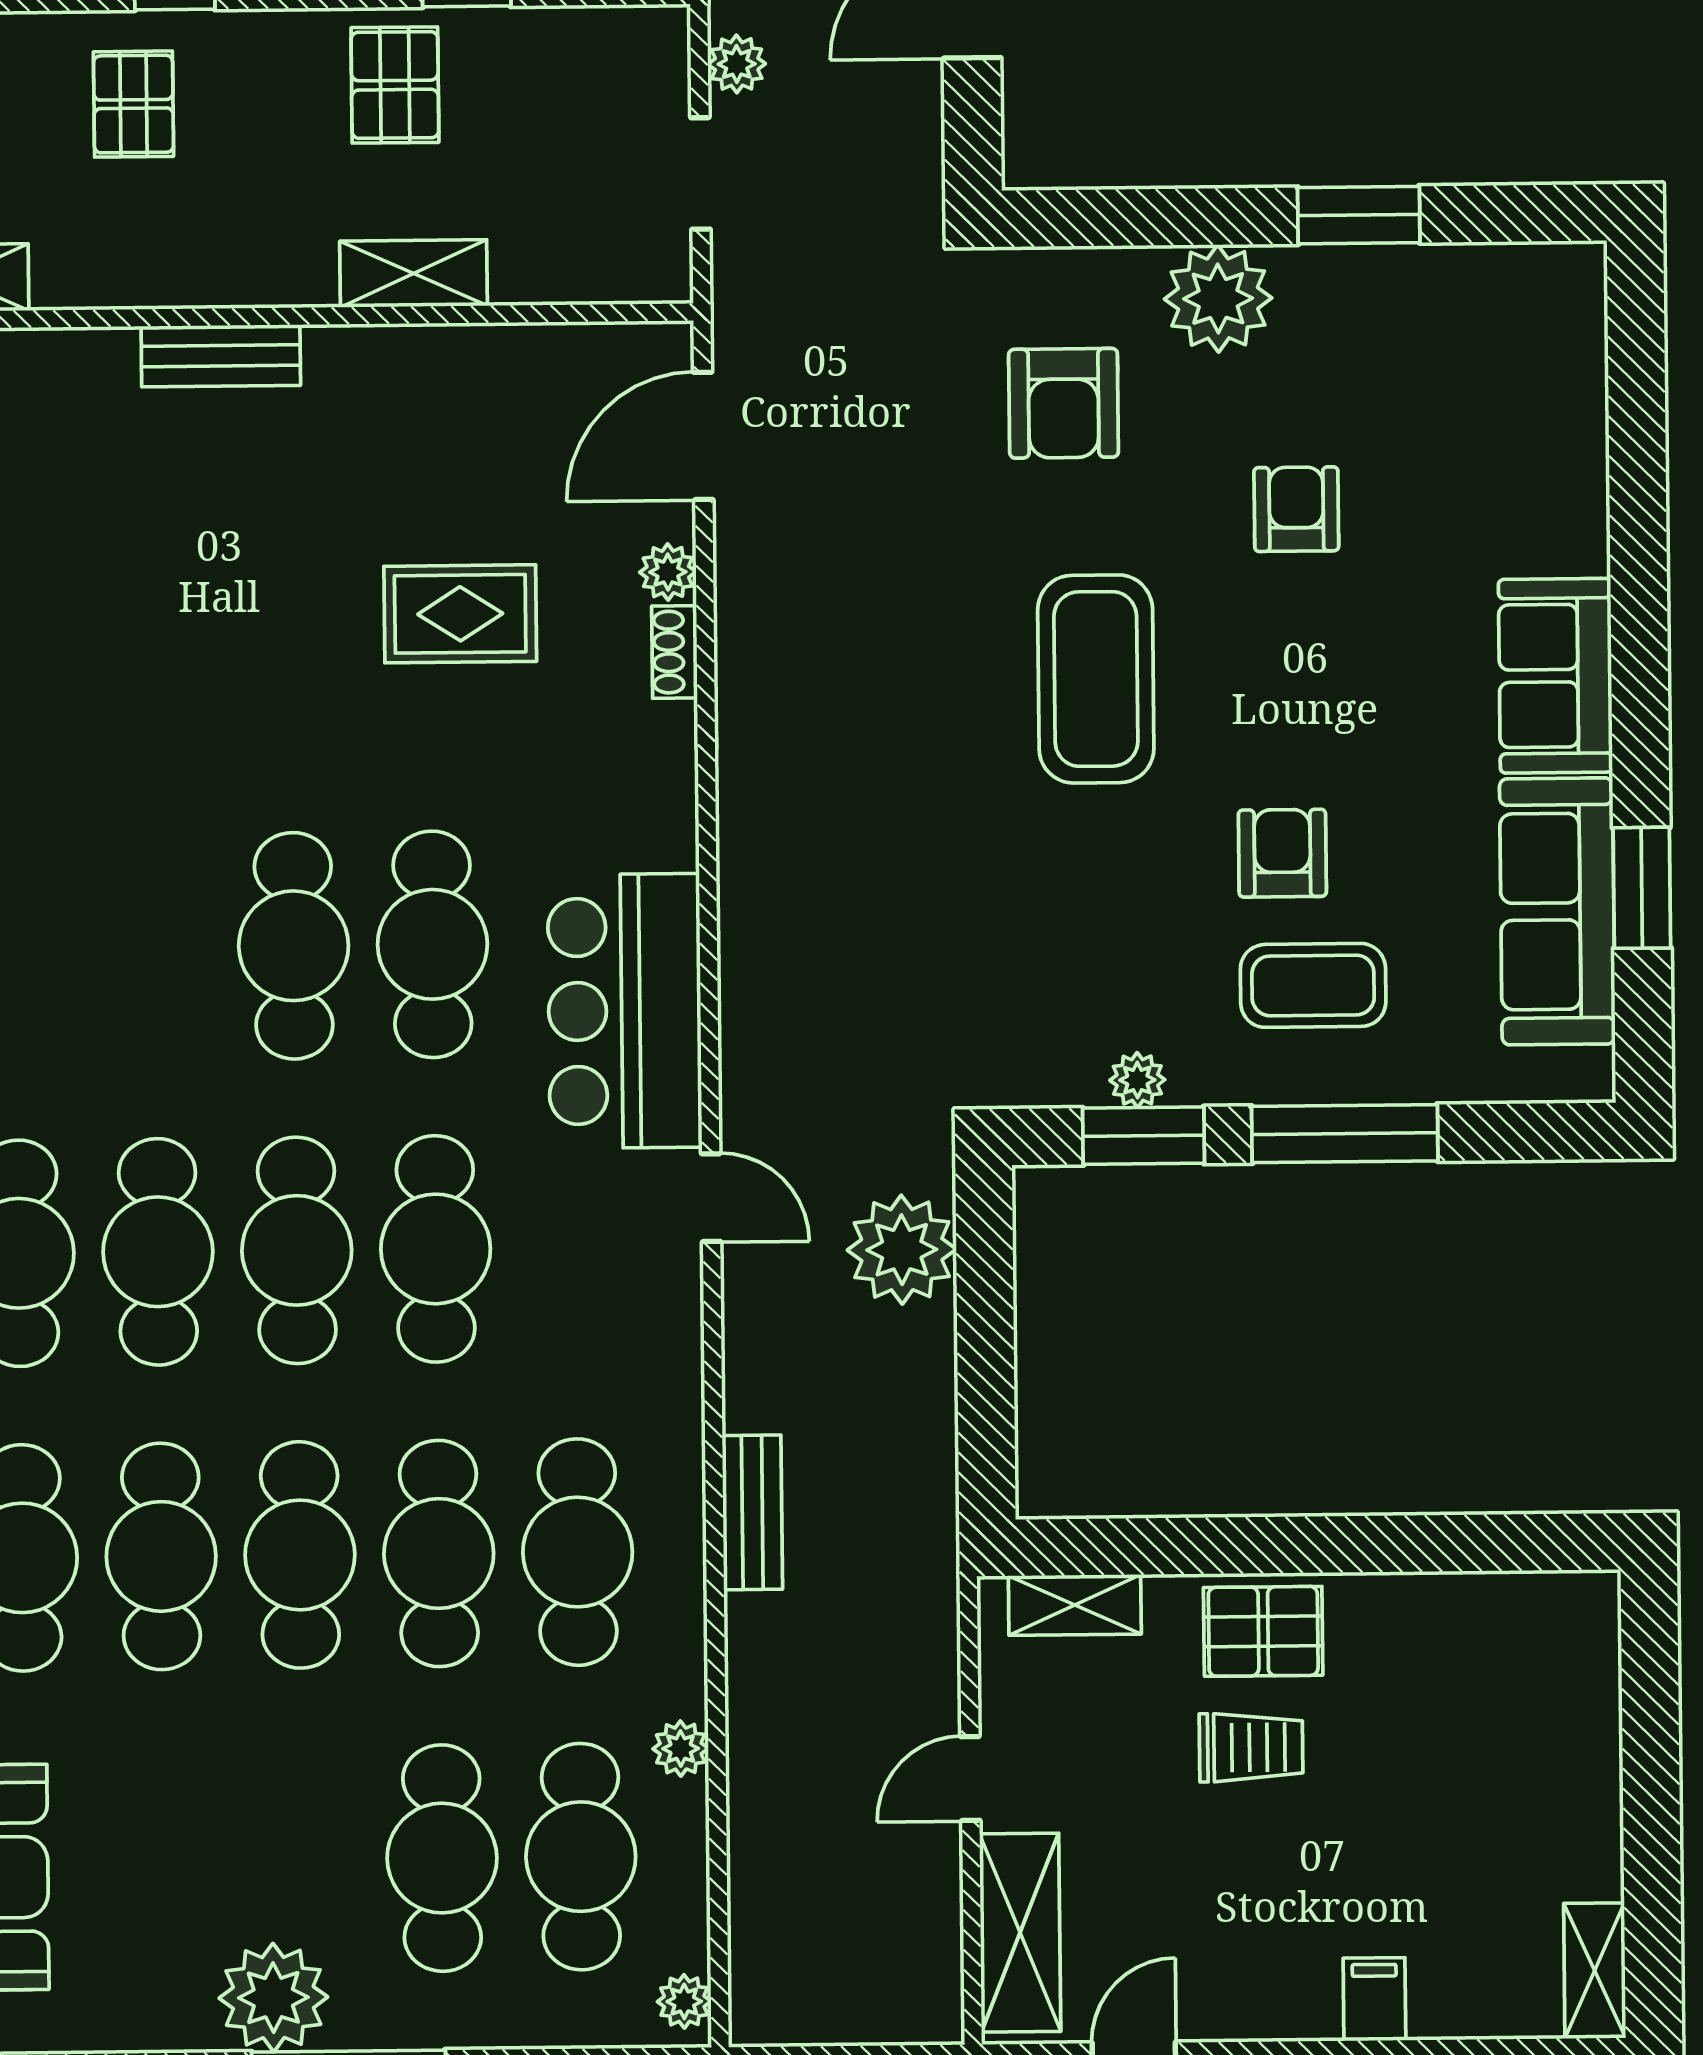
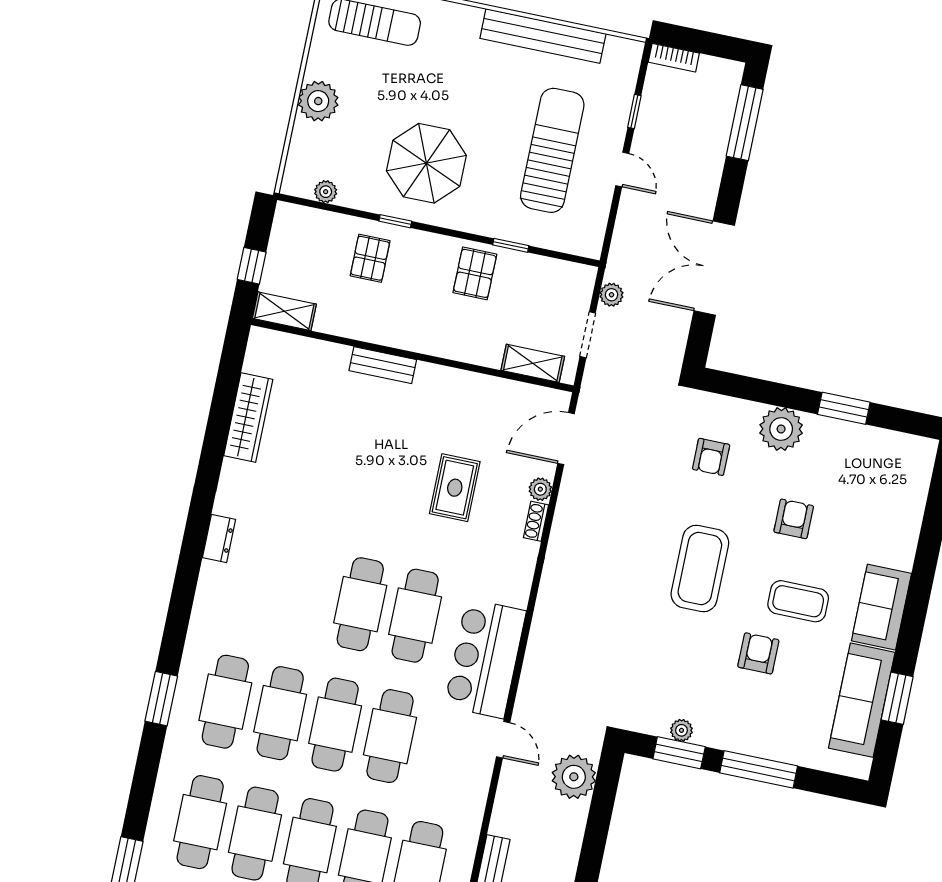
shelving: (414, 273) -> (533, 363), moved
armchair: (1064, 403) -> (711, 457), width x0.72, depth x0.72
rug: (460, 614) -> (455, 488), turned 90
coffee table: (1313, 985) -> (798, 601), moved

